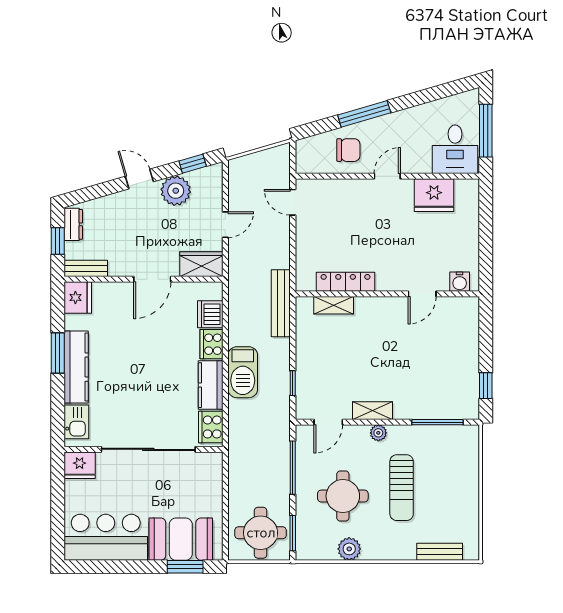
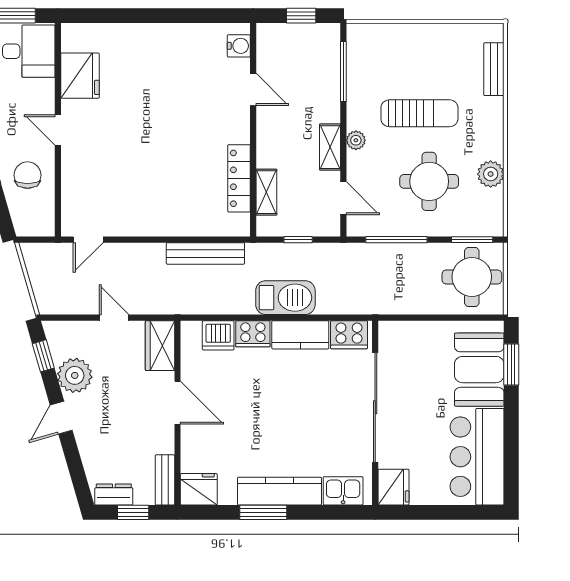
locker: (346, 282) -> (239, 178), moved
water cooler: (460, 282) -> (239, 46), moved
wall: (387, 294) -> (253, 130), moved
door: (422, 294) -> (253, 89), moved
shelving: (334, 305) -> (266, 192), moved

